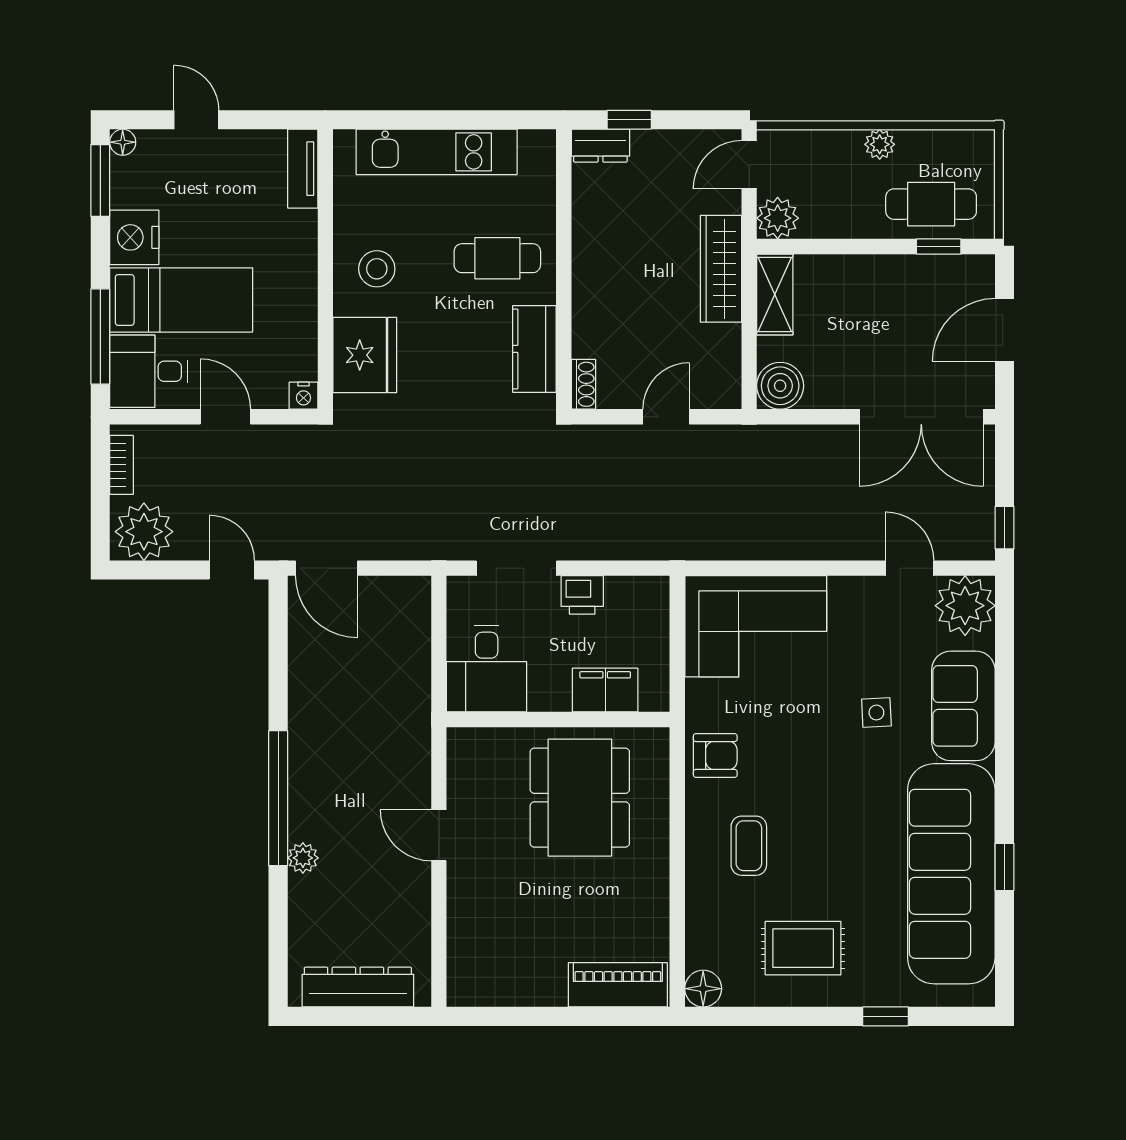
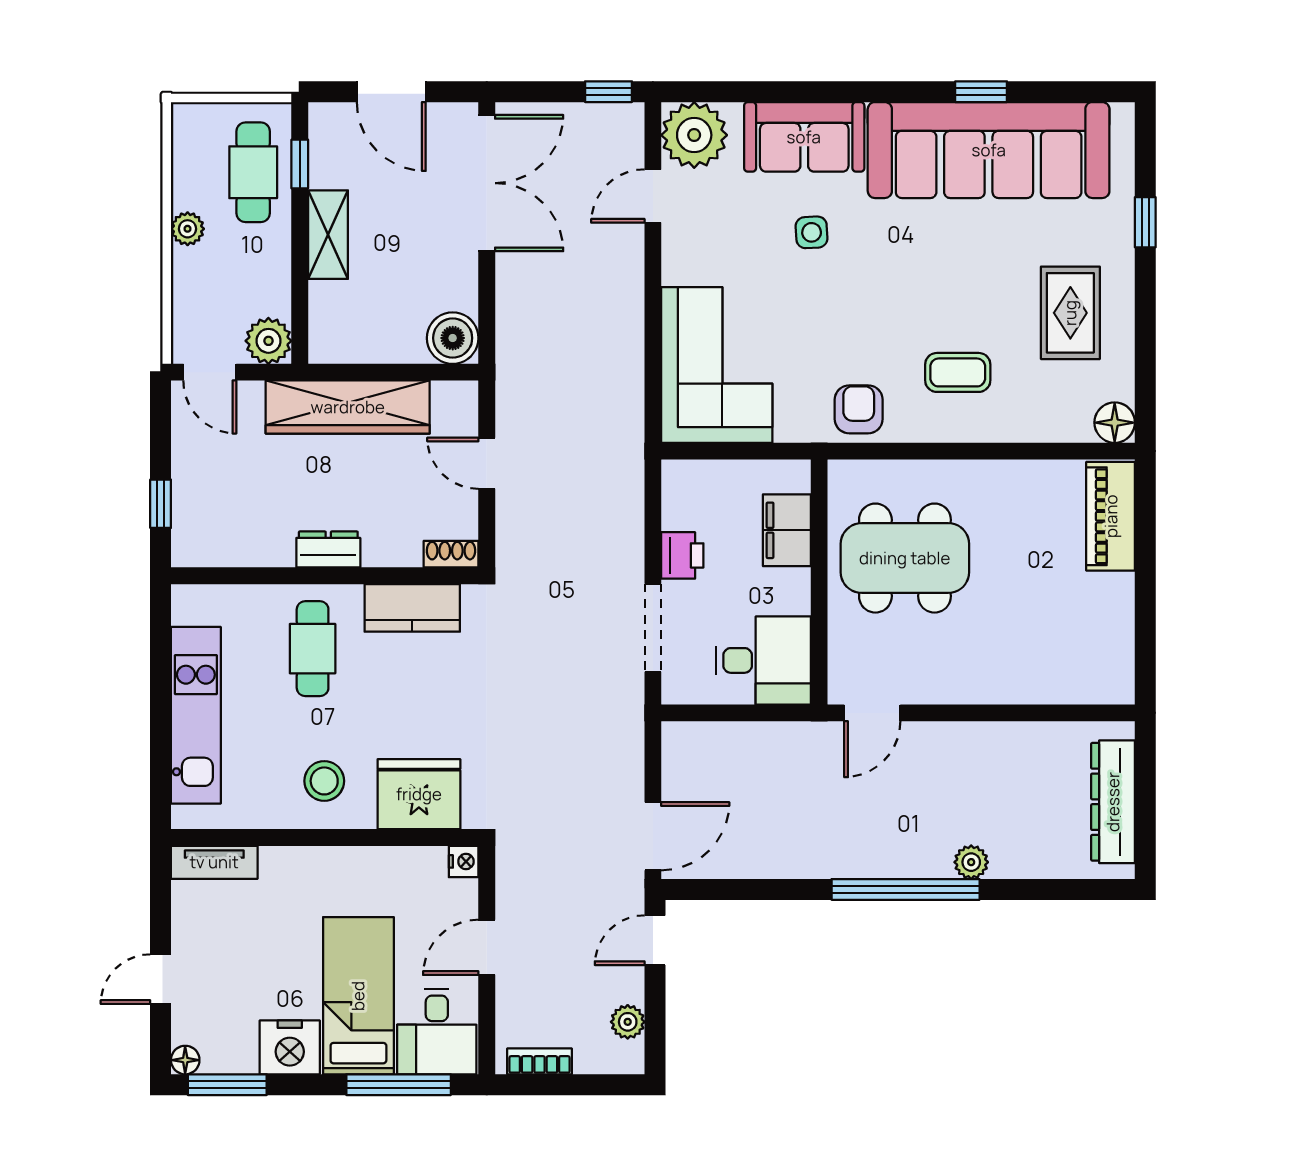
dresser: (600, 146) -> (328, 549), moved, turned -90
wardrobe: (721, 269) -> (348, 407), width x1.40, depth x1.17
shelving: (775, 294) -> (328, 235), moved, turned 90
plant: (144, 532) -> (628, 1022), width x0.53, depth x0.53
door: (439, 835) -> (872, 713), moved

